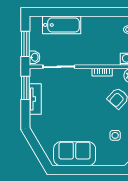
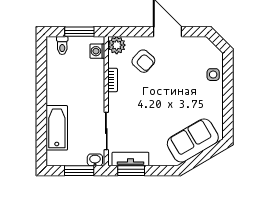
tv unit: (35, 99) -> (130, 159), moved
side table: (115, 135) -> (213, 75), moved
sofa: (75, 154) -> (193, 141), moved, turned 60

